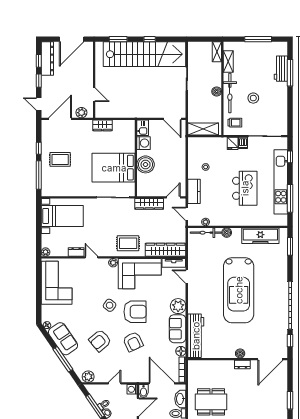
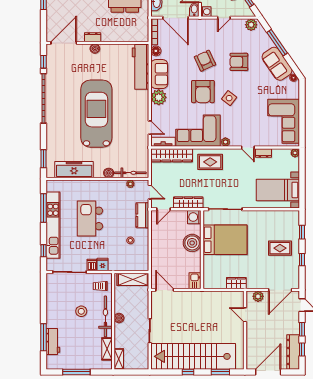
washing machine: (143, 143) -> (194, 217), moved
window: (39, 175) -> (302, 232), width x0.46
armchair: (135, 312) -> (203, 92), turned -90
armchair: (100, 341) -> (239, 62), turned -140

